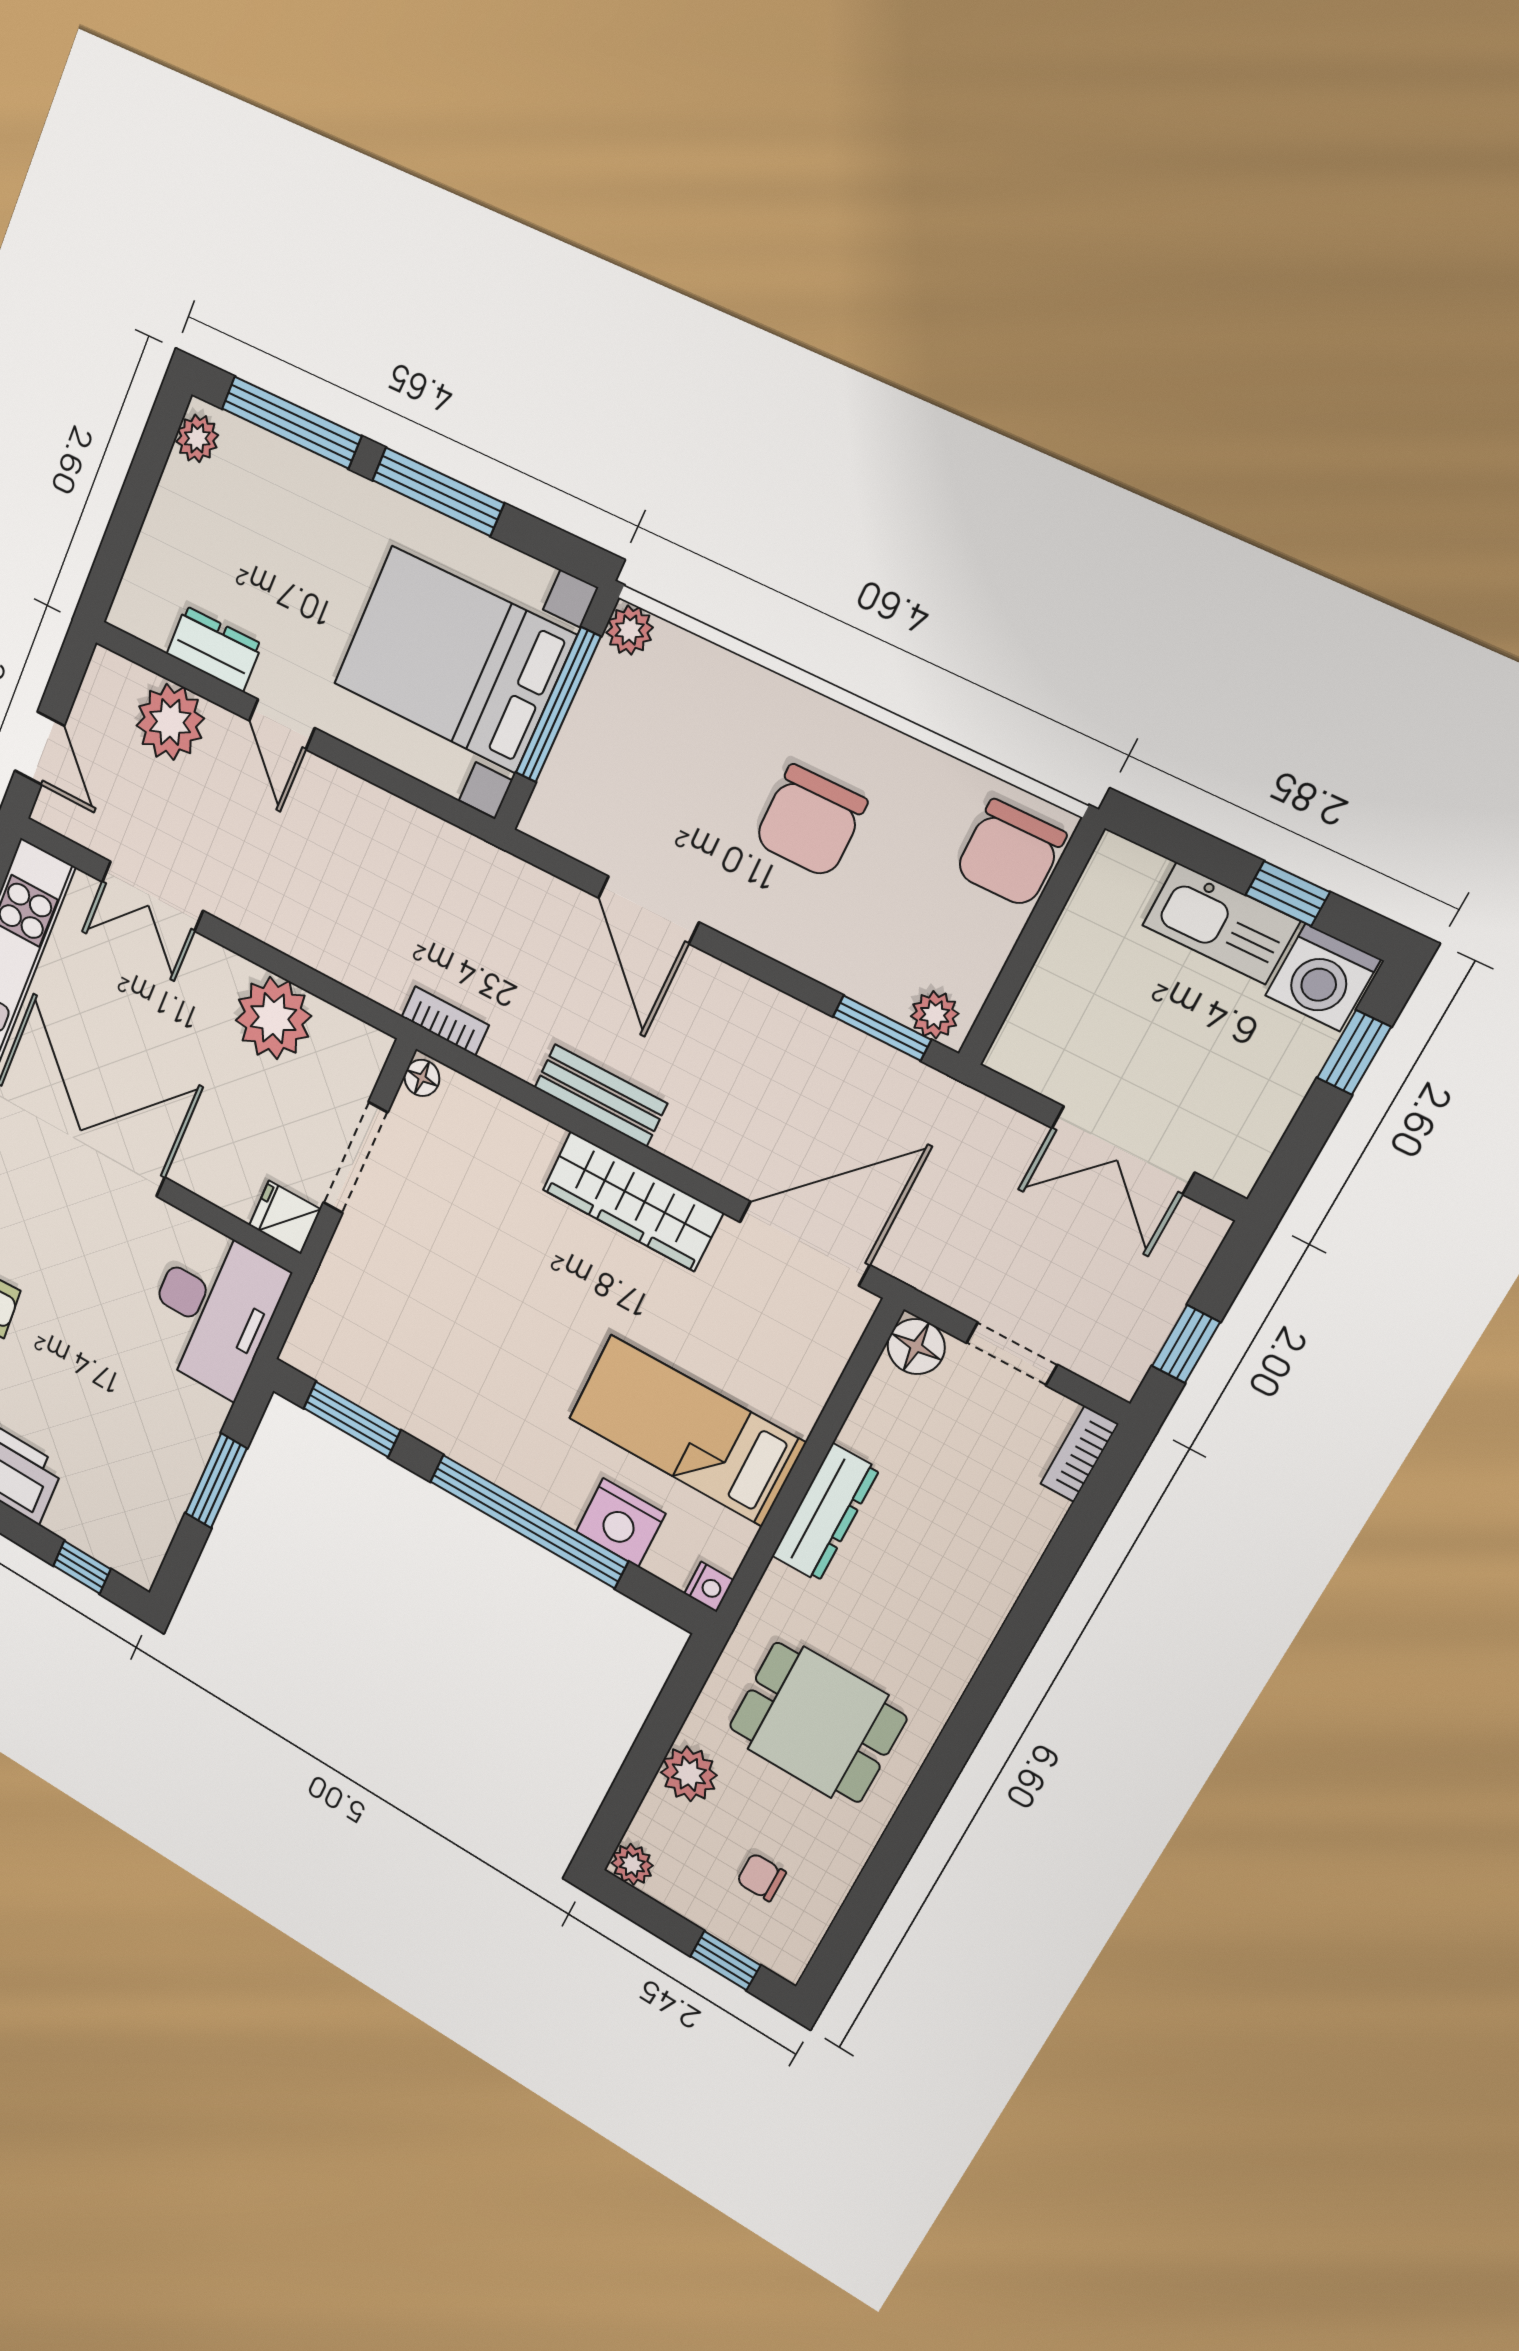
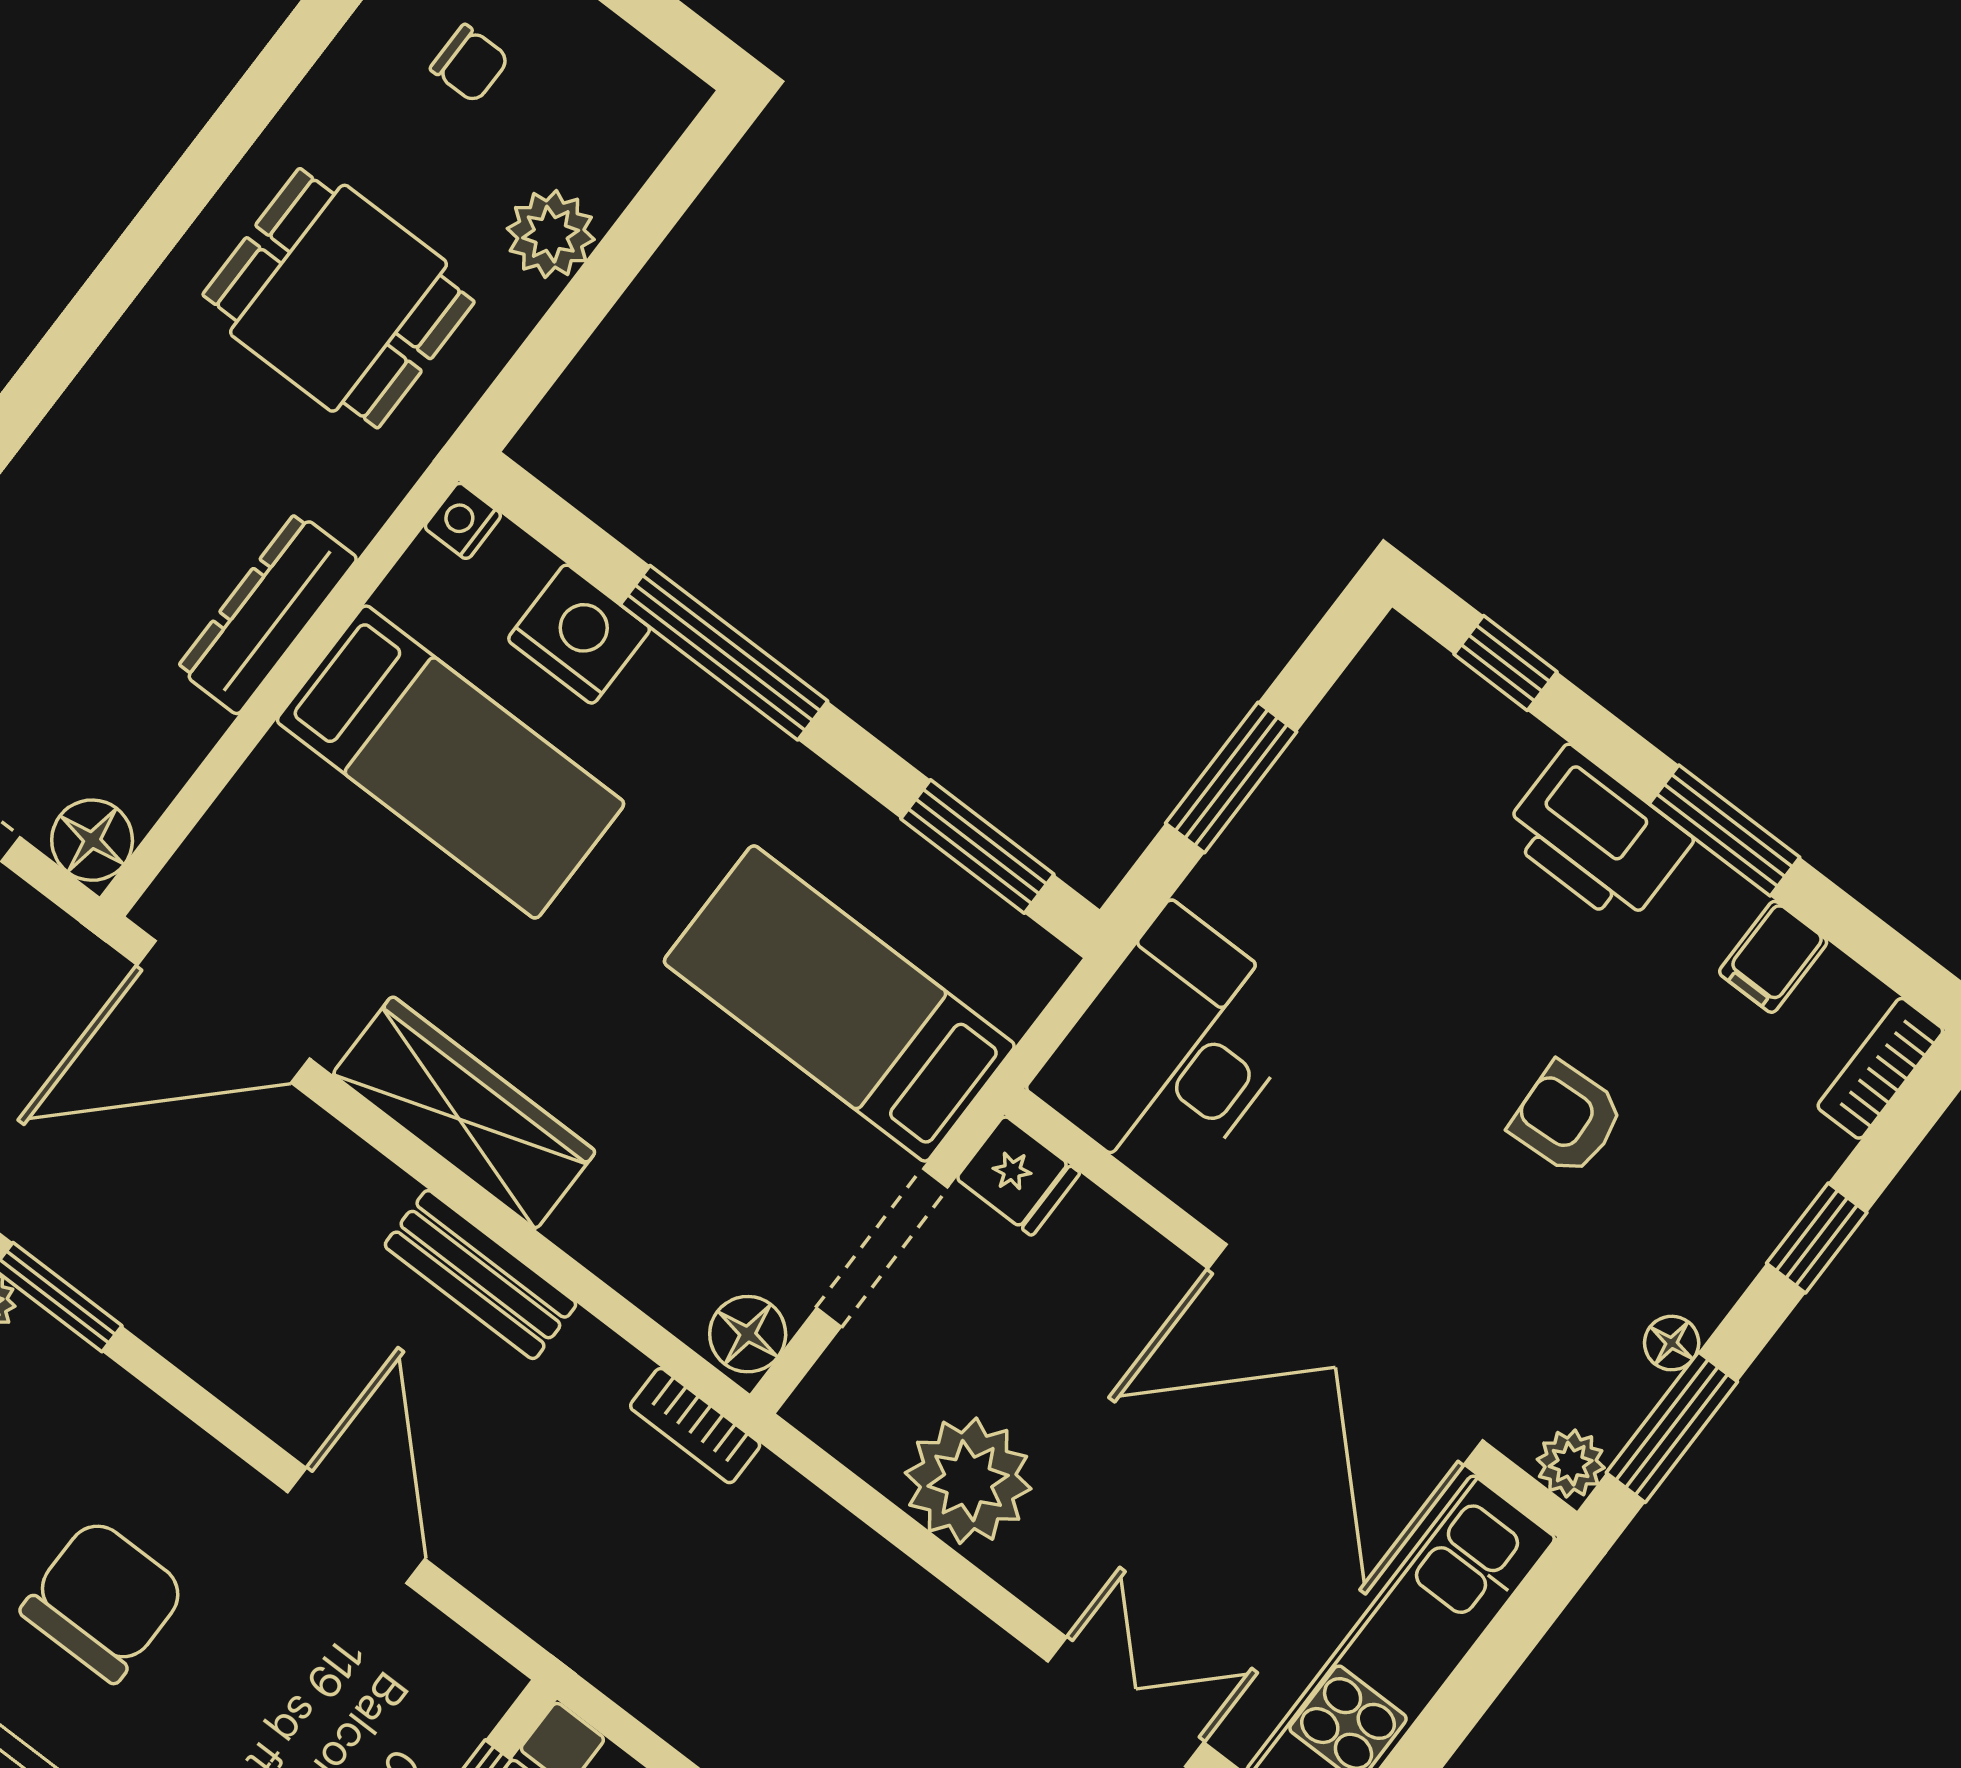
floor lamp: (422, 1078) -> (748, 1334), width x1.37, depth x1.37
bed: (413, 1309) -> (839, 1004), added
window: (528, 1521) -> (724, 653), width x0.68
plant: (632, 1864) -> (669, 97), removed

